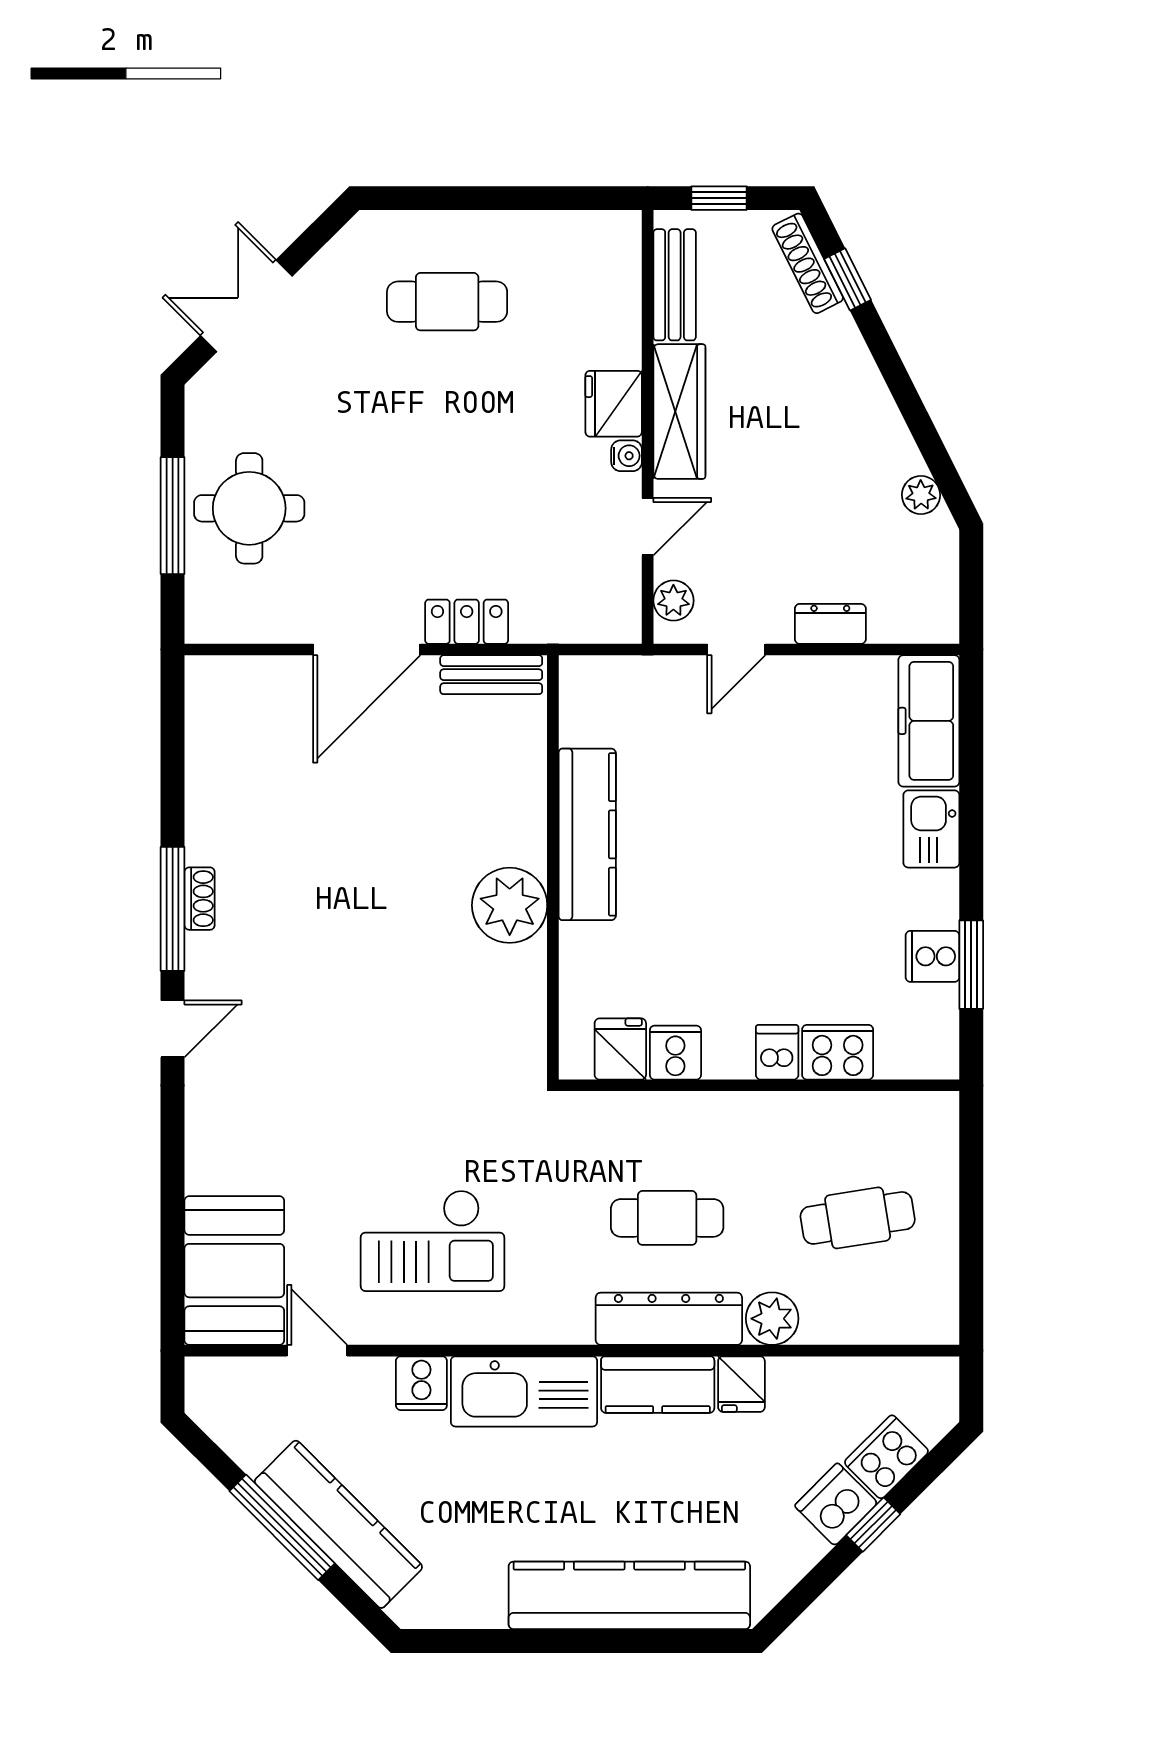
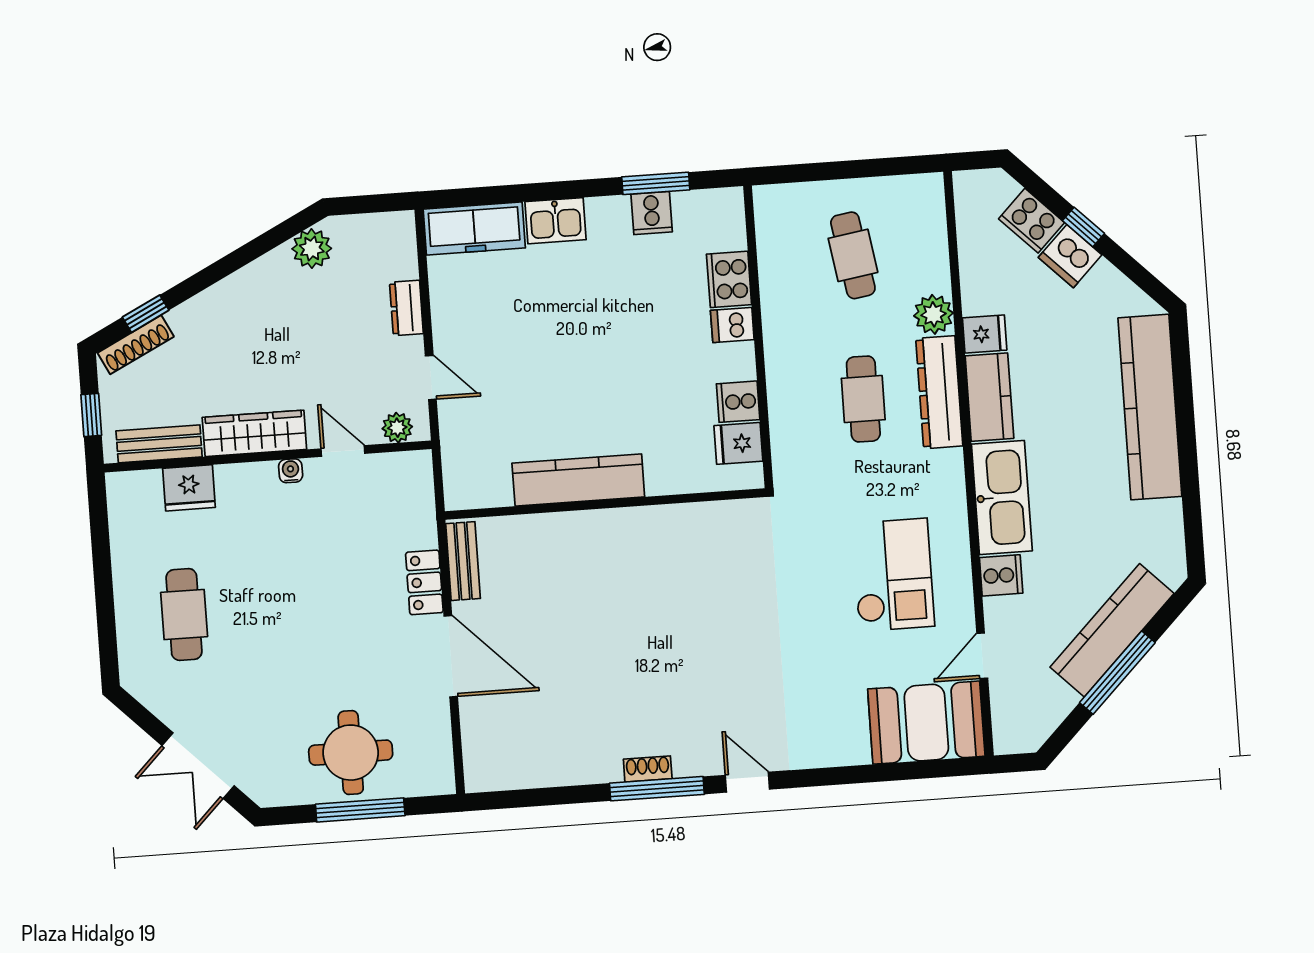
fridge: (614, 404) -> (189, 488), moved
plant: (921, 495) -> (312, 249), width x1.38, depth x1.38
plant: (510, 905) -> (636, 535), removed

